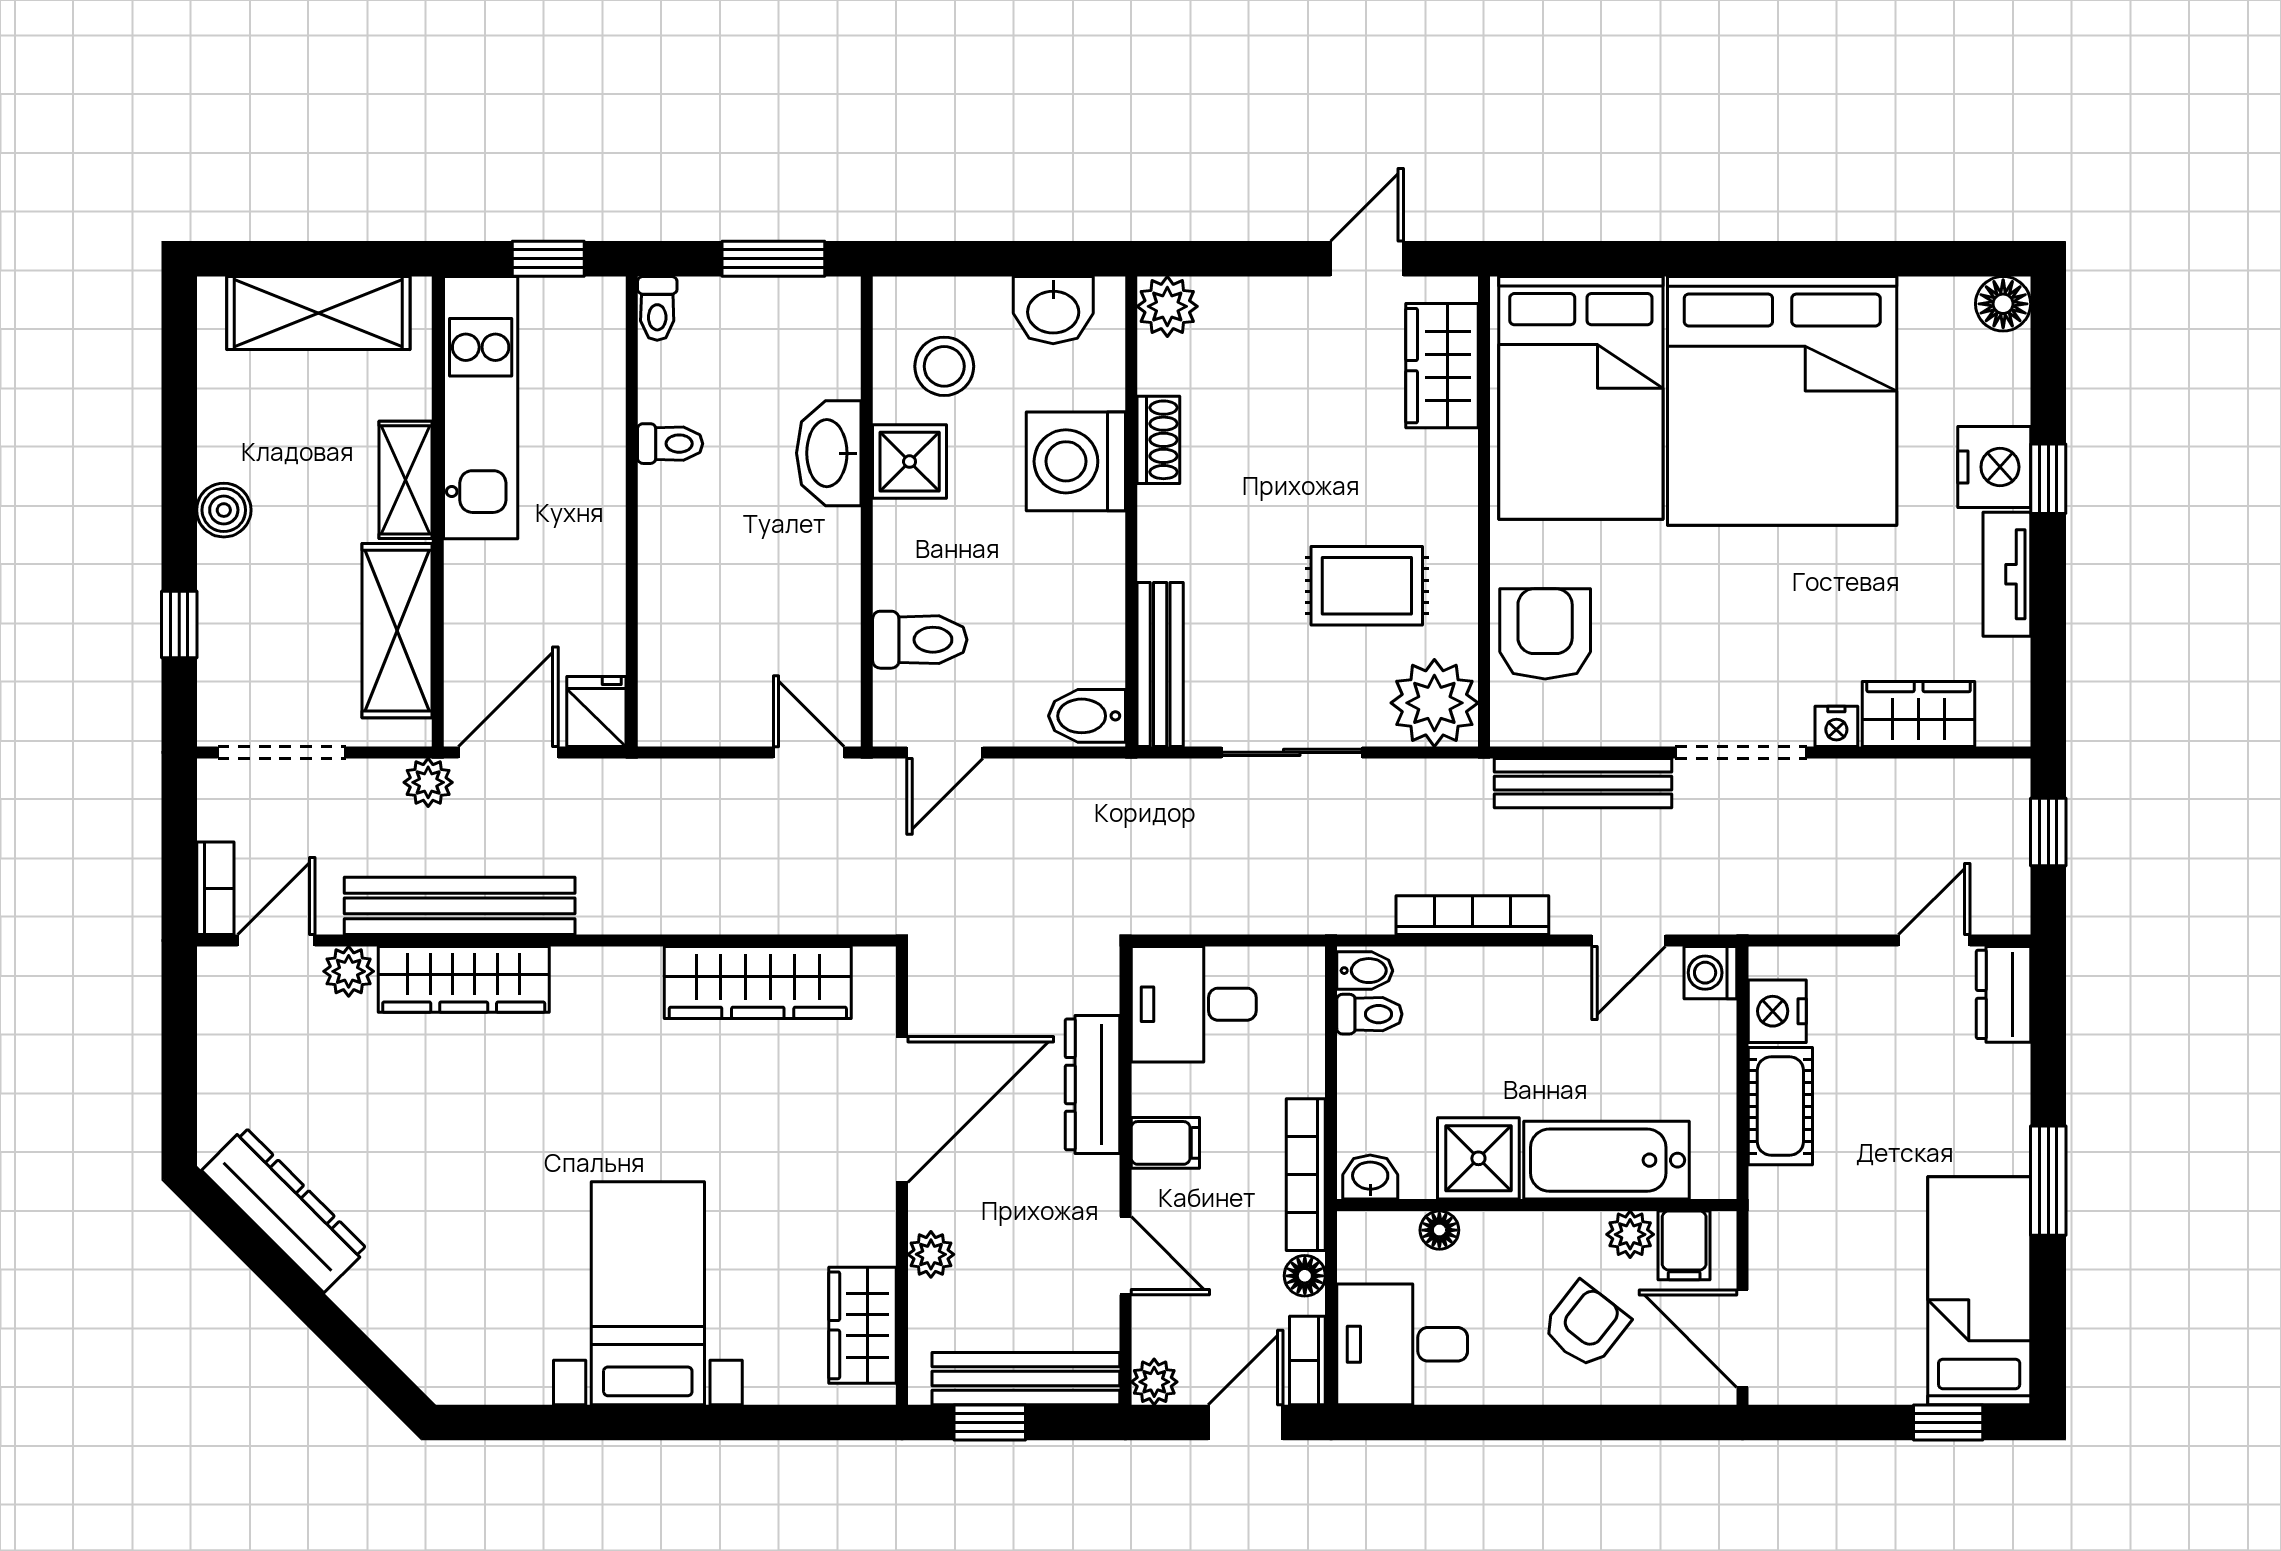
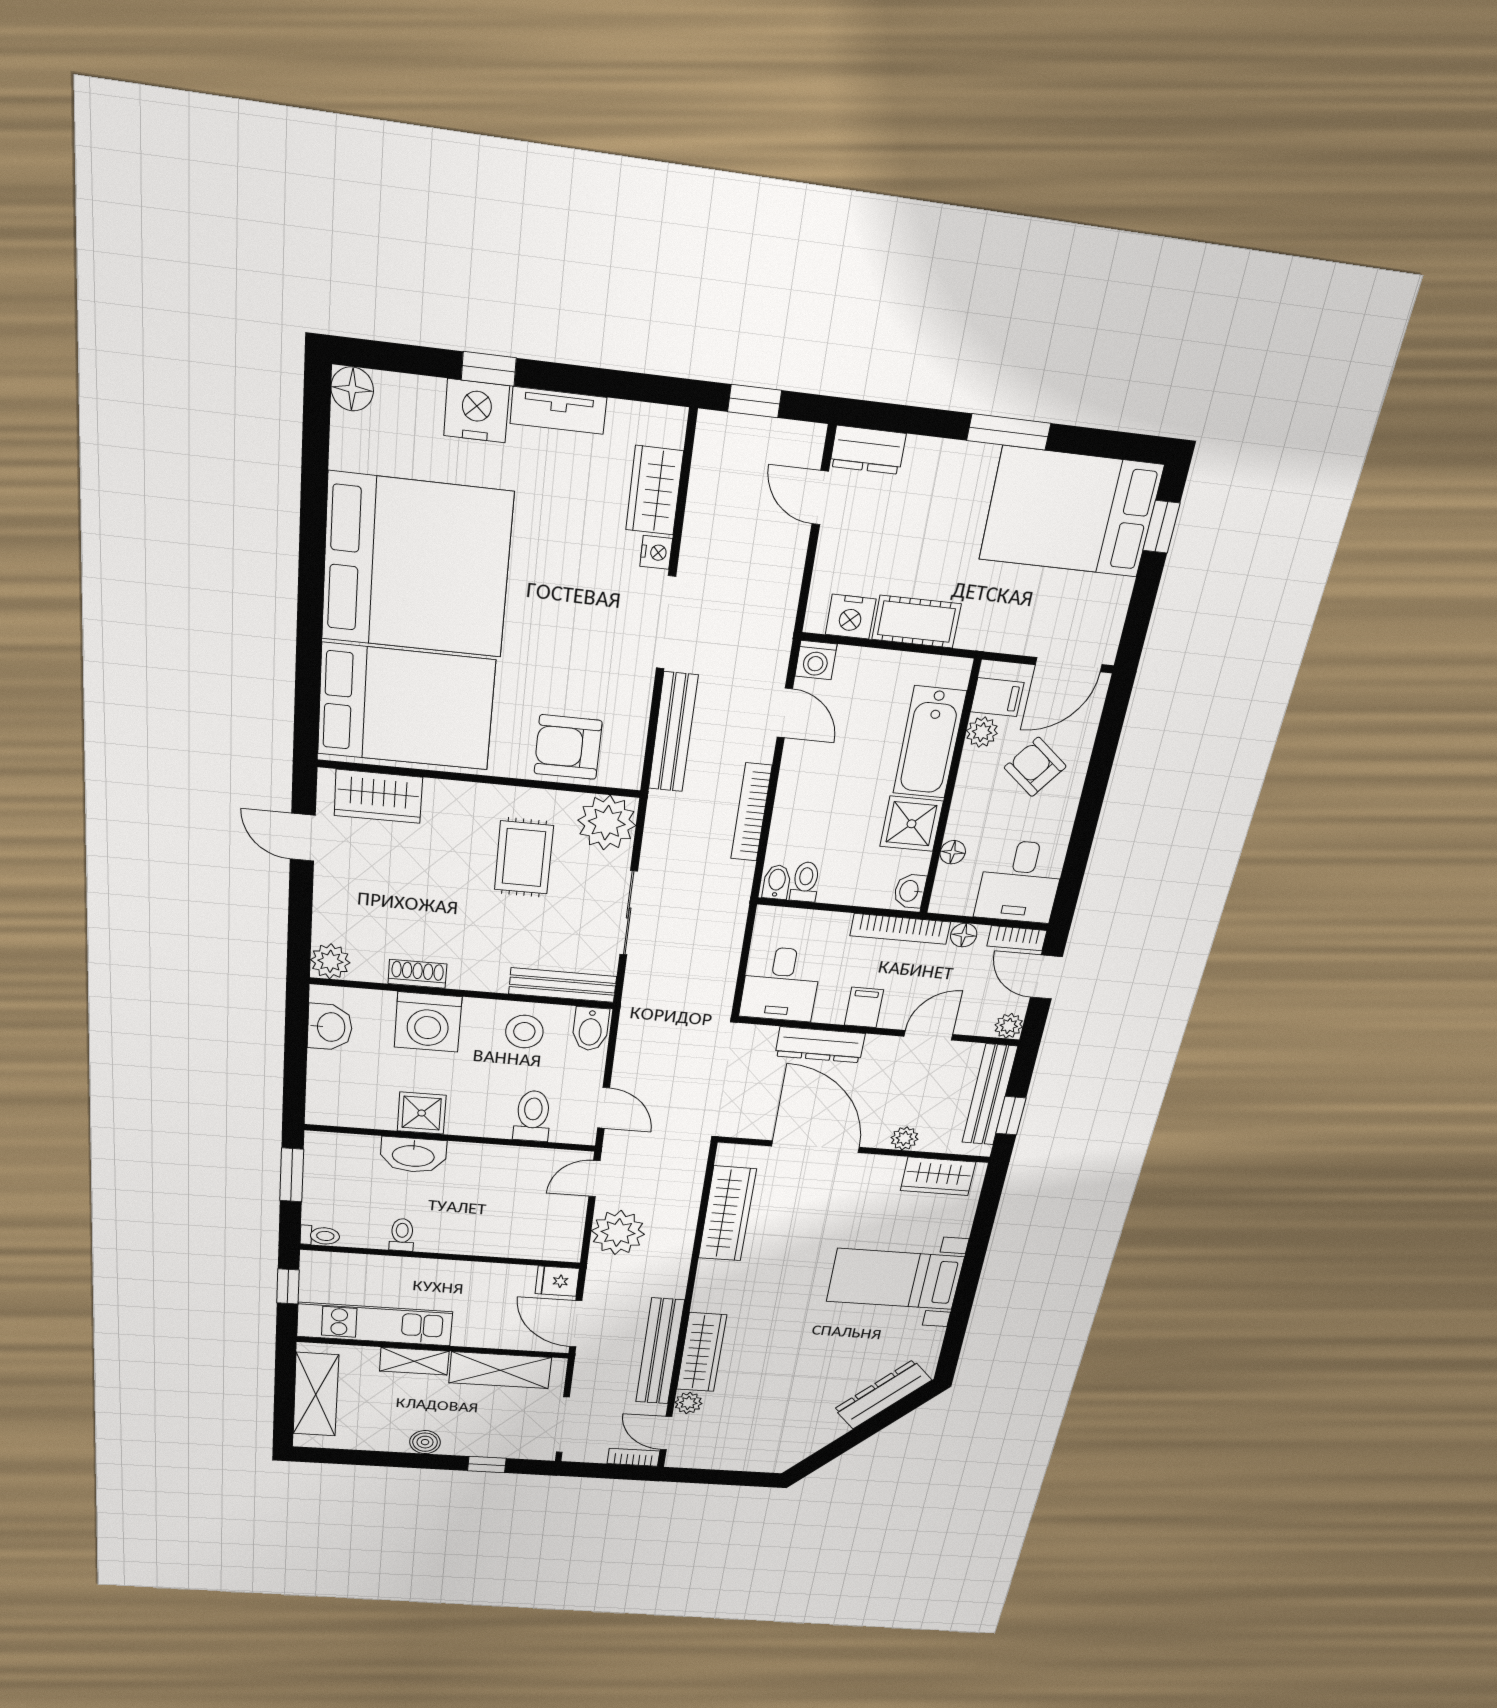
stool: (944, 366) -> (524, 1032), moved
plant: (428, 782) -> (618, 1233), moved, width x1.88, depth x1.88
dresser: (285, 1210) -> (883, 1395), moved
bed: (1979, 1291) -> (1071, 512), width x1.50

